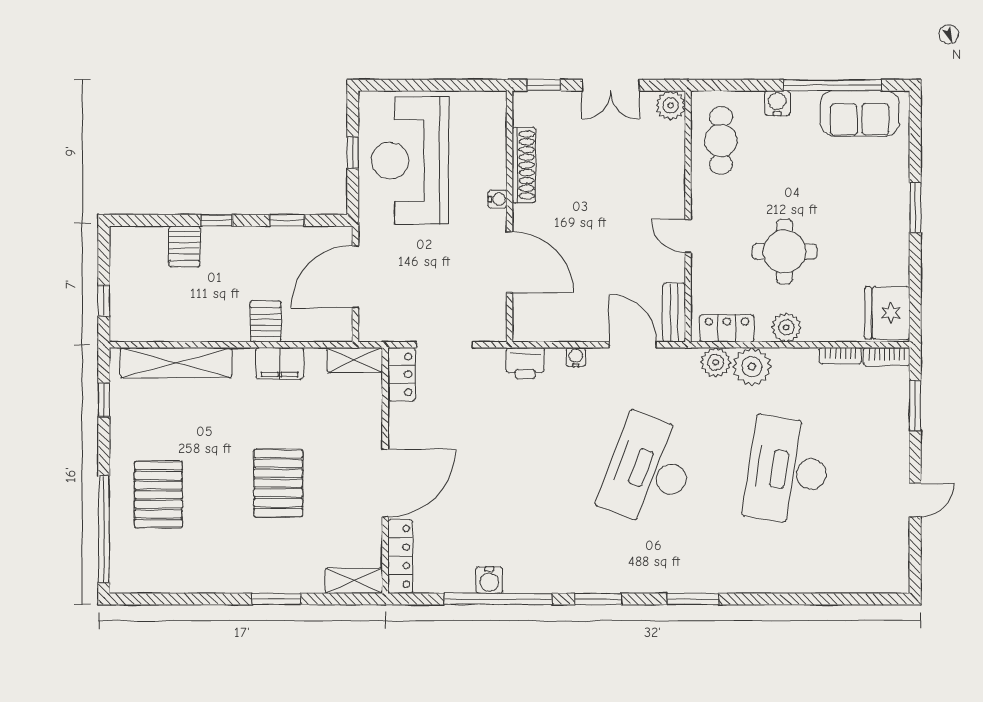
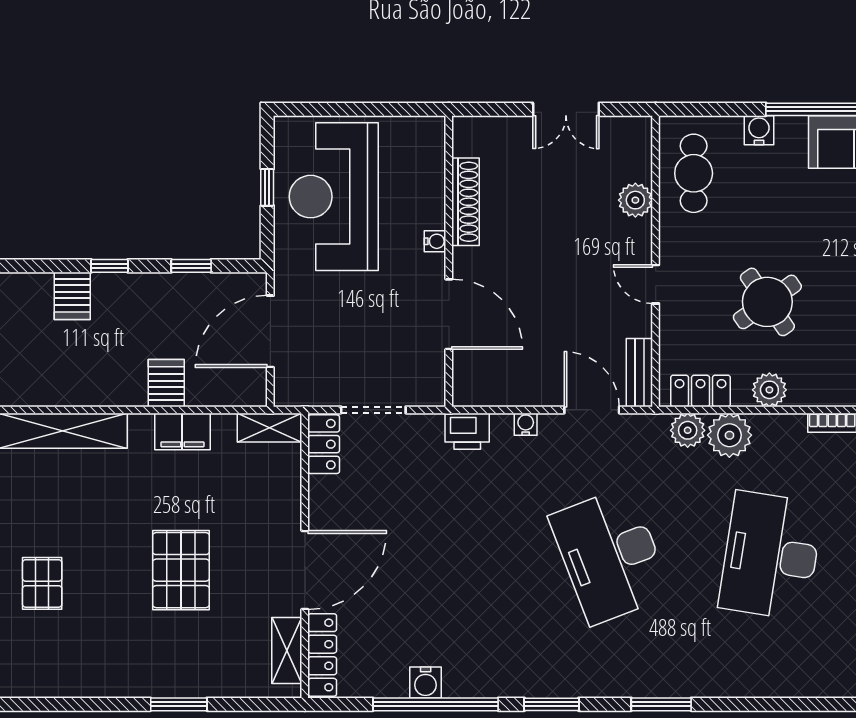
window: (544, 85) -> (489, 109), removed
plant: (671, 105) -> (635, 200), moved
round table: (785, 252) -> (767, 302), turned -35
desk: (649, 471) -> (610, 556), turned -42
pallet: (158, 495) -> (42, 583), width x0.67, depth x0.71
shelving: (354, 581) -> (287, 651), moved, turned 90

